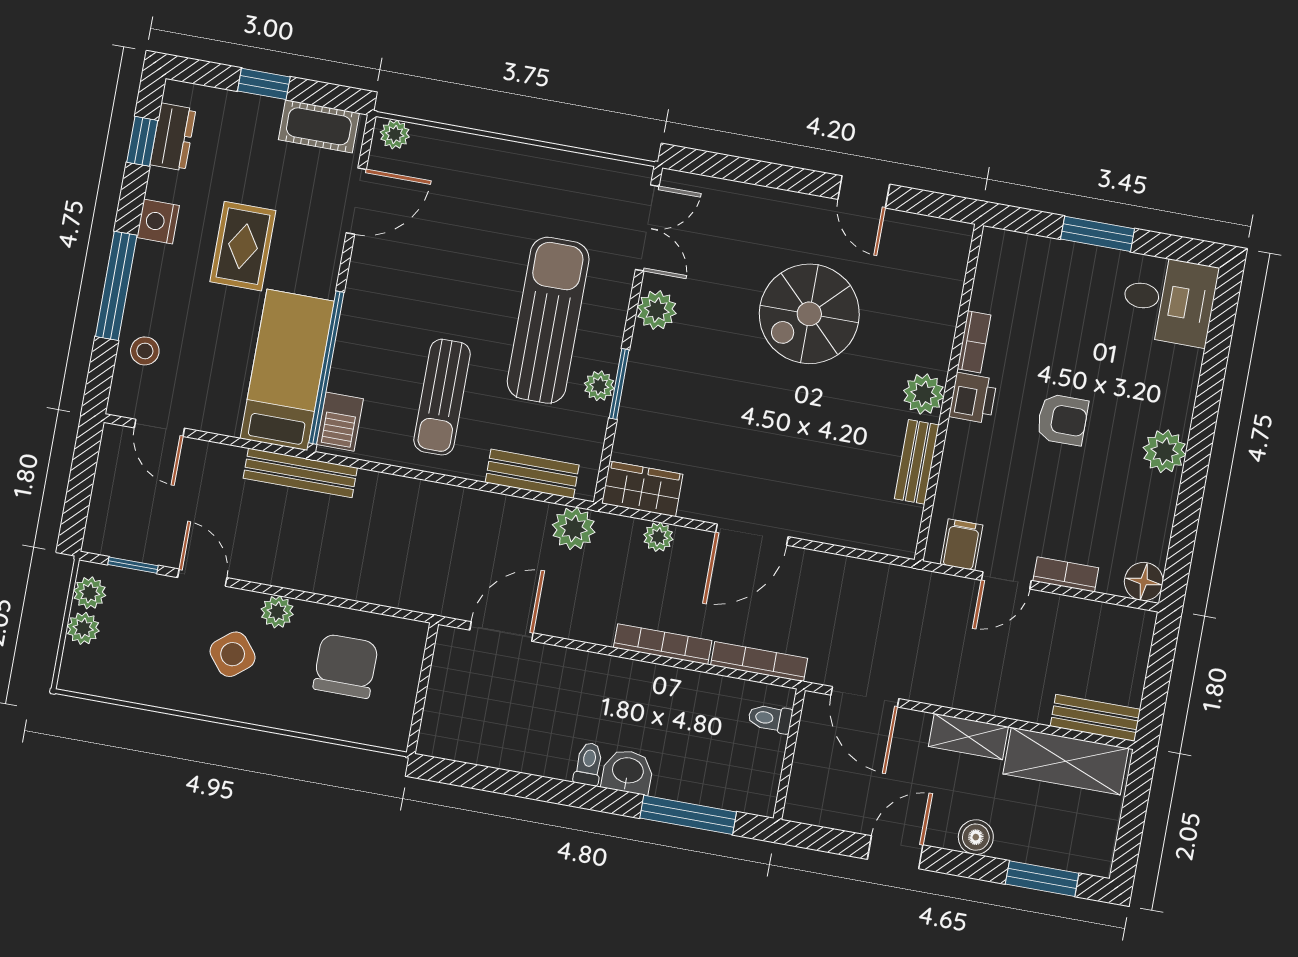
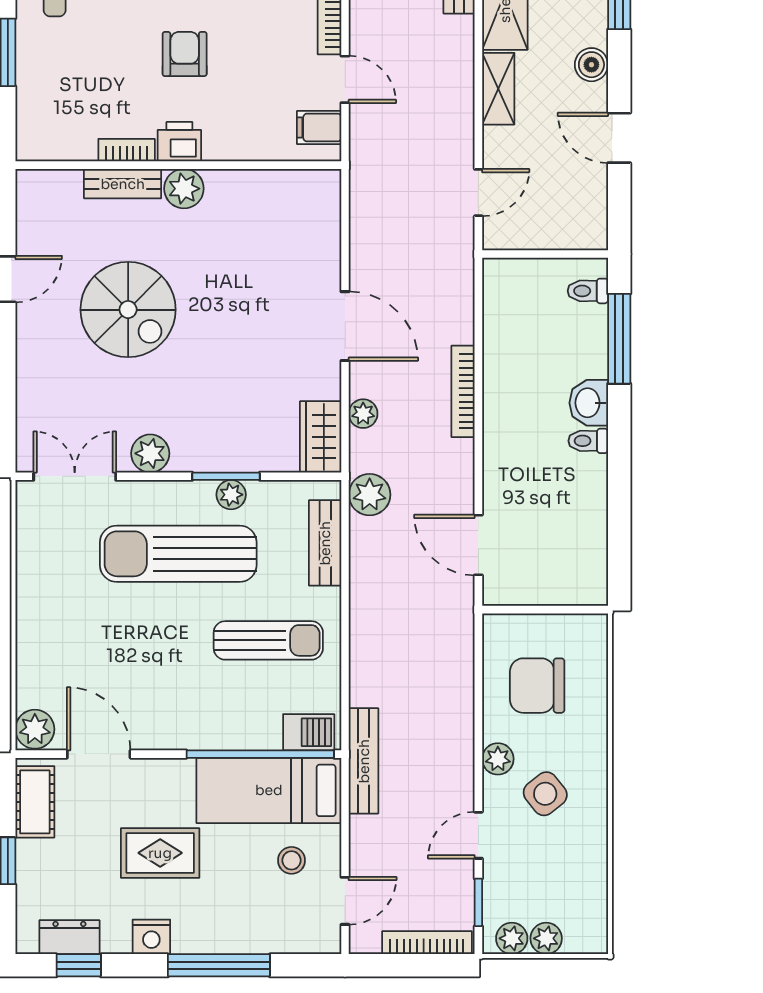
plant: (395, 134) -> (35, 729), width x1.38, depth x1.38
stool: (145, 351) -> (291, 860), moved
bench: (917, 462) -> (123, 184), moved
bookcase: (759, 662) -> (427, 943), moved, turned 90
door: (865, 697) -> (478, 193), width x0.73
toilet: (770, 718) -> (588, 291), moved, turned 90

